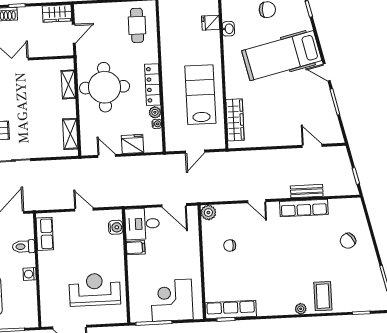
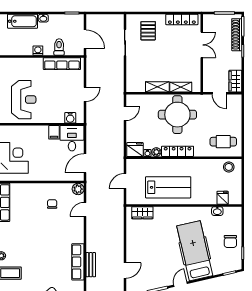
stool: (170, 17) -> (229, 167), added
wardrobe: (235, 120) -> (142, 213), width x0.67
shelving: (70, 134) -> (157, 87), moved
fridge: (133, 144) -> (135, 150), moved, turned -90
door: (195, 152) -> (125, 181), hinge flipped
door: (257, 201) -> (85, 209), moved
row of seats: (45, 234) -> (62, 64), width x1.48

